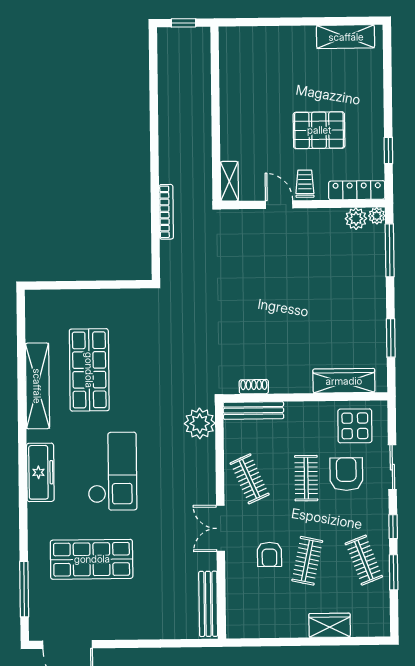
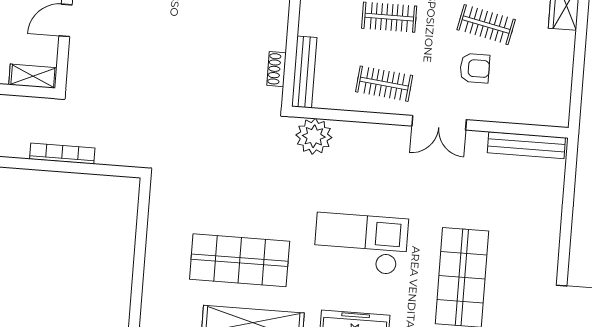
clothes rail: (250, 479) -> (384, 84), turned 30

